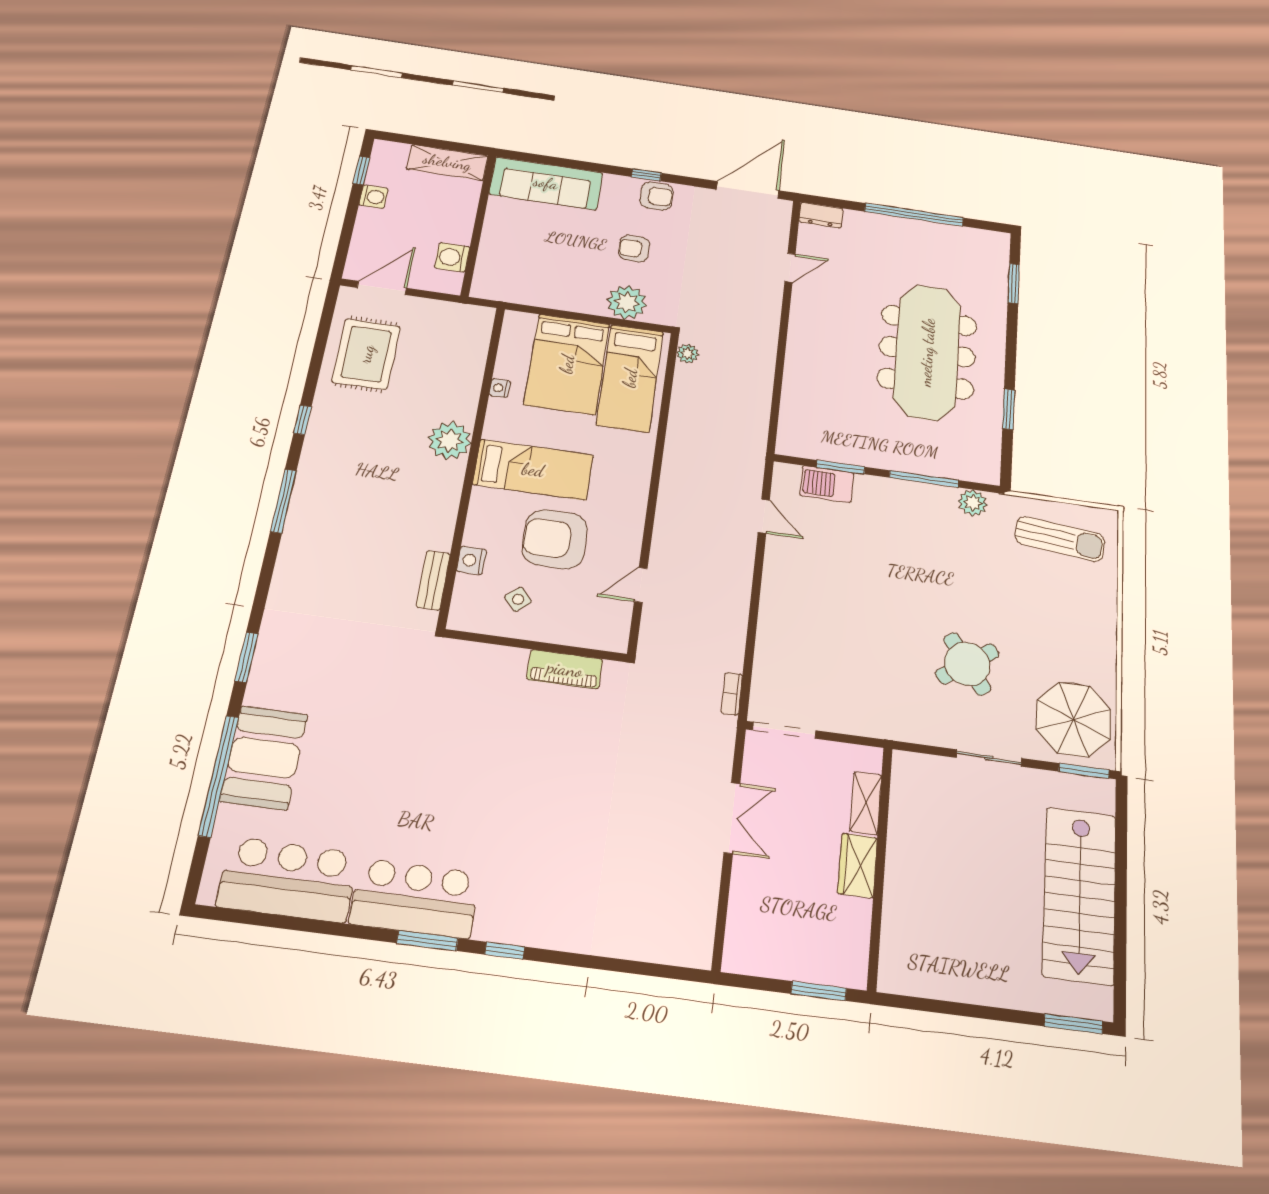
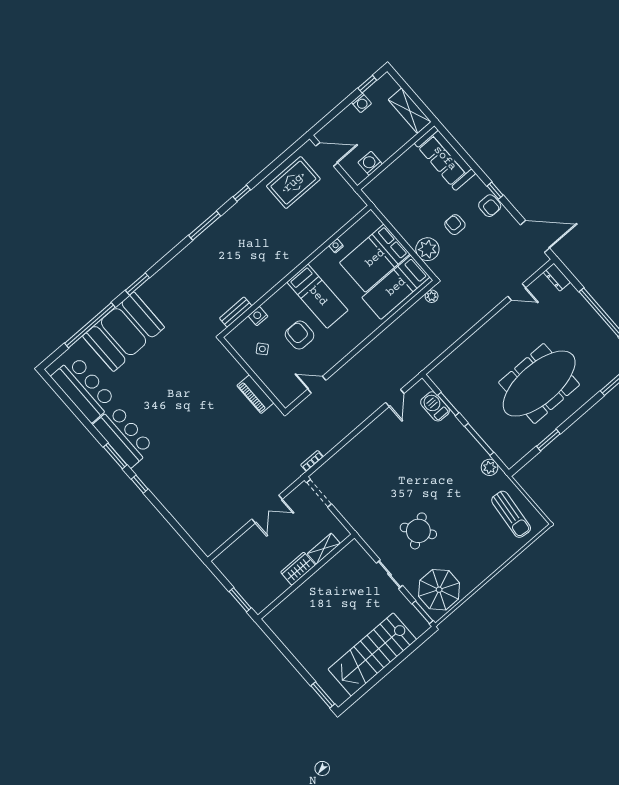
plant: (450, 441) -> (294, 254), removed
armchair: (555, 539) -> (300, 335), width x0.73, depth x0.73
booth: (264, 758) -> (124, 332), width x1.36, depth x1.42

